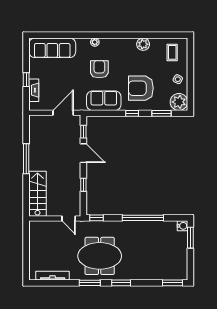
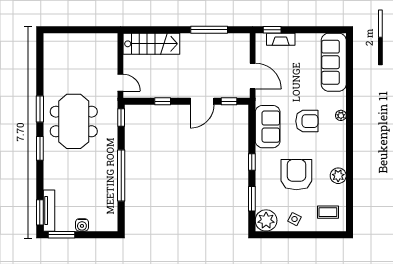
window: (26, 80) -> (272, 30), moved
armchair: (141, 88) -> (296, 175), moved
window: (26, 159) -> (209, 30), moved
door: (69, 219) -> (120, 83), swing flipped
water cooler: (182, 226) -> (82, 225), moved
window: (190, 238) -> (62, 235), moved
tv unit: (53, 276) -> (49, 211), moved

